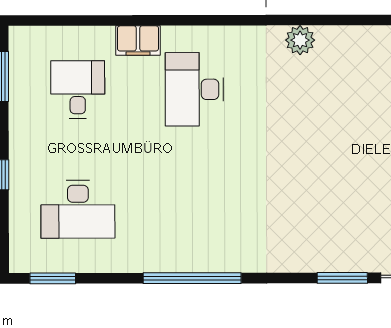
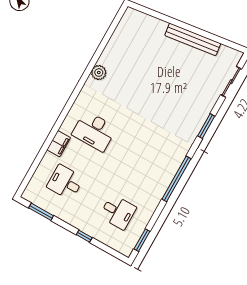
desk: (78, 209) -> (118, 212), width x0.73
window: (342, 278) -> (206, 126), moved

